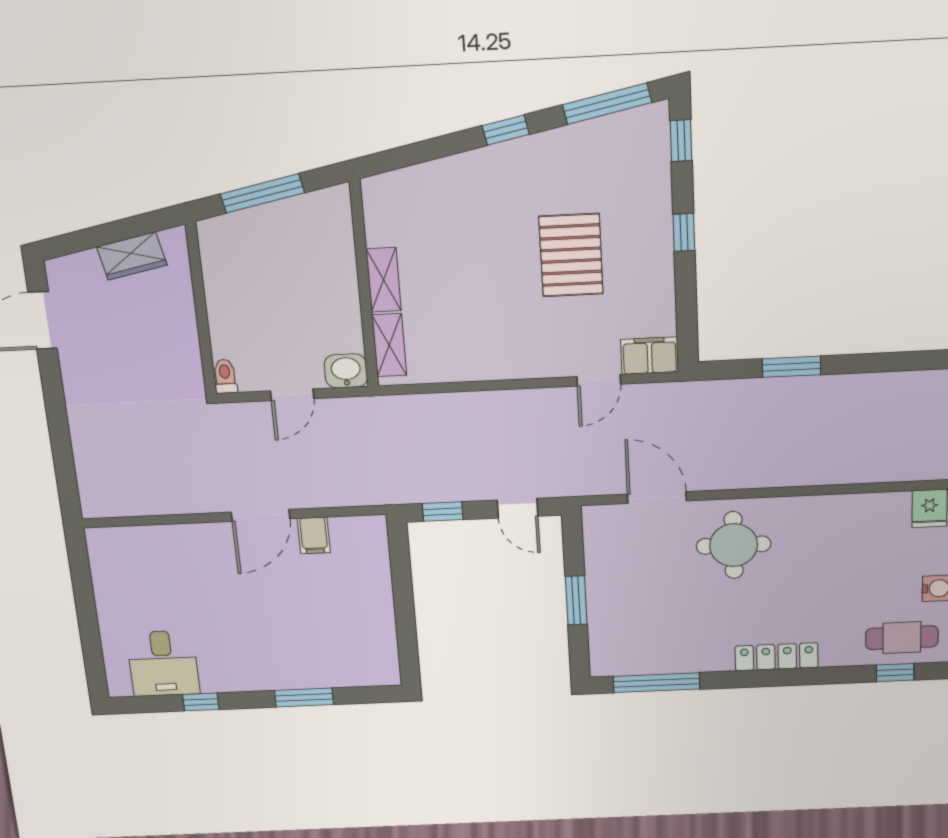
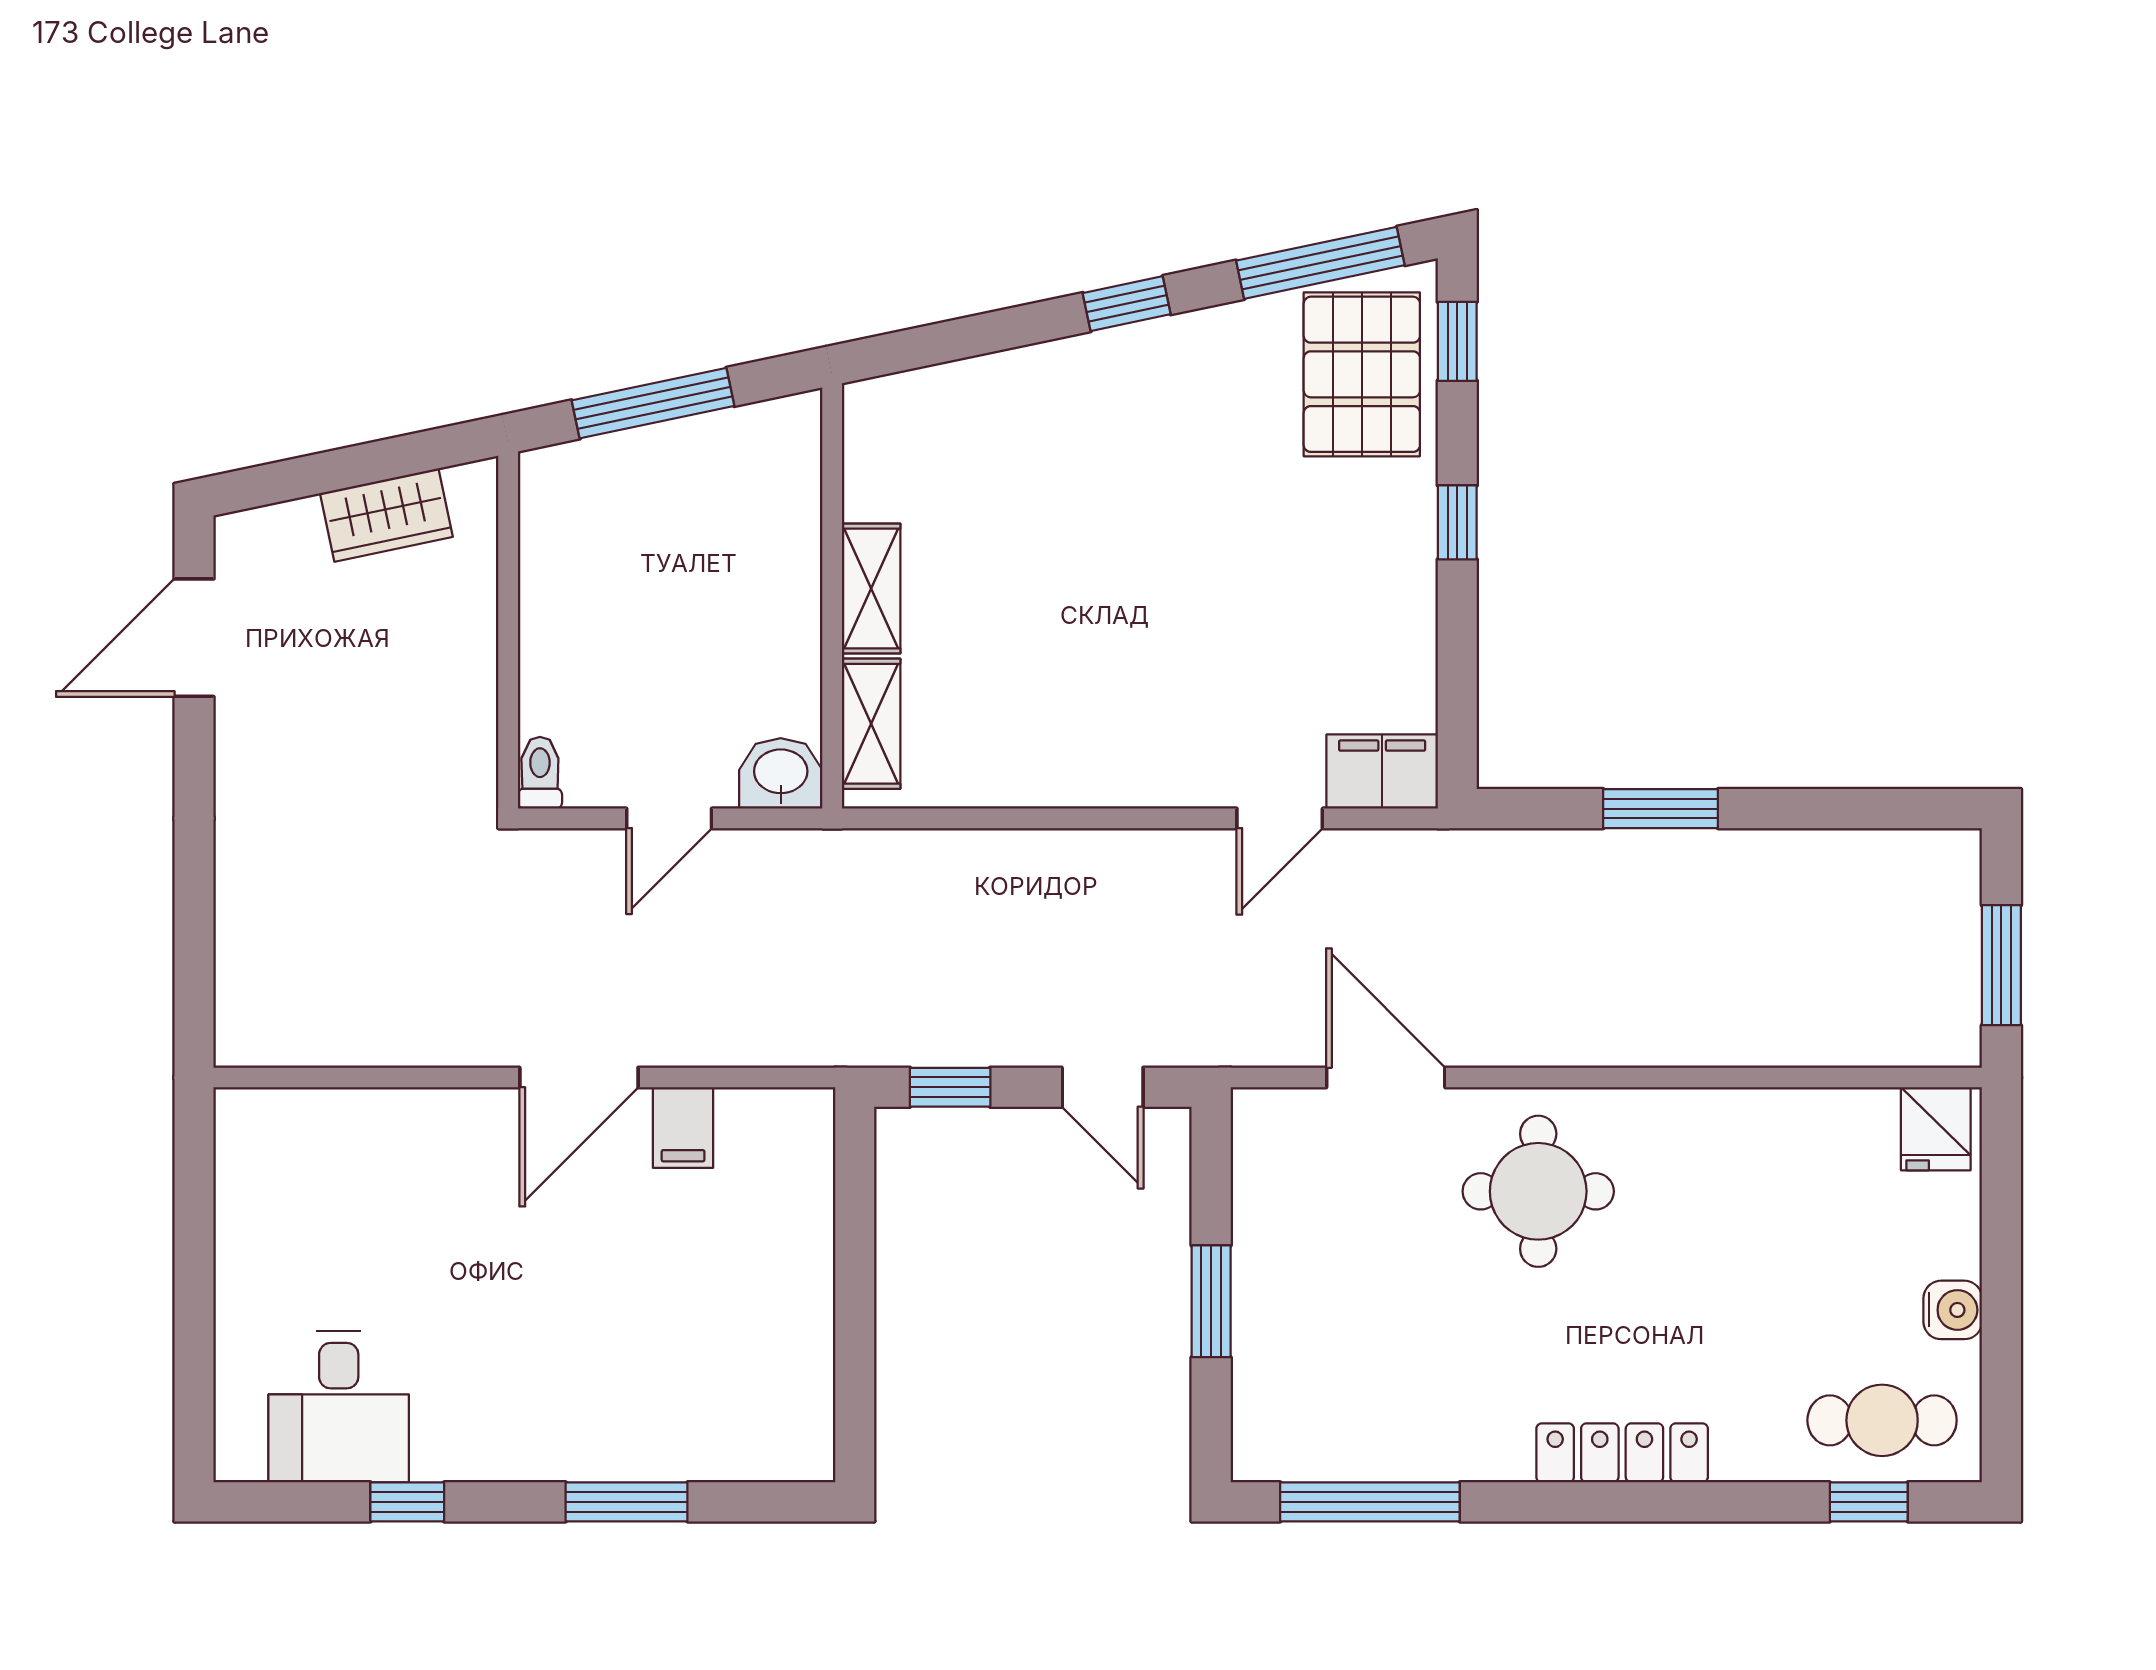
pallet: (571, 255) -> (1362, 374), moved

